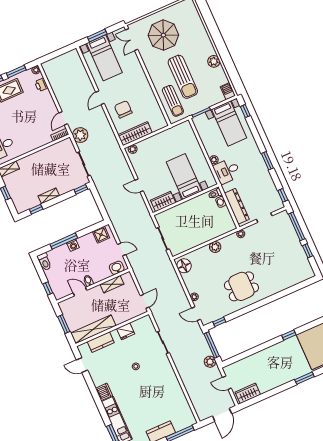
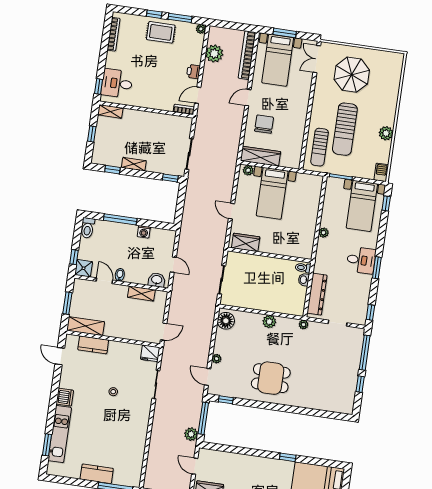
bookcase: (80, 68) -> (247, 55), added
printer: (41, 85) -> (193, 72), moved
plant: (80, 135) -> (214, 54), moved
desk: (227, 171) -> (361, 260), moved, turned 180
bed with nightstands: (184, 177) -> (272, 193), moved, turned 180
shower: (101, 235) -> (84, 268), moved
washing machine: (73, 245) -> (144, 232), moved
shelving: (93, 329) -> (86, 326), width x0.68
fridge: (126, 331) -> (150, 353), moved

